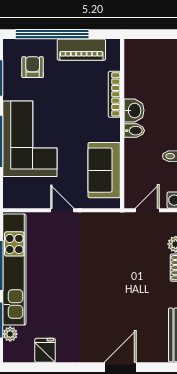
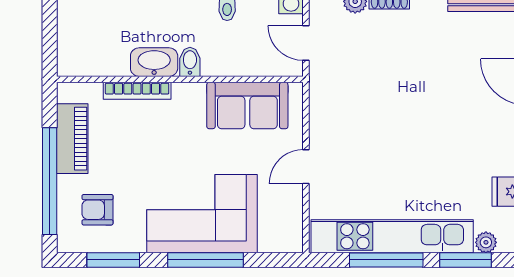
washbasin: (134, 110) -> (154, 62), width x1.38

